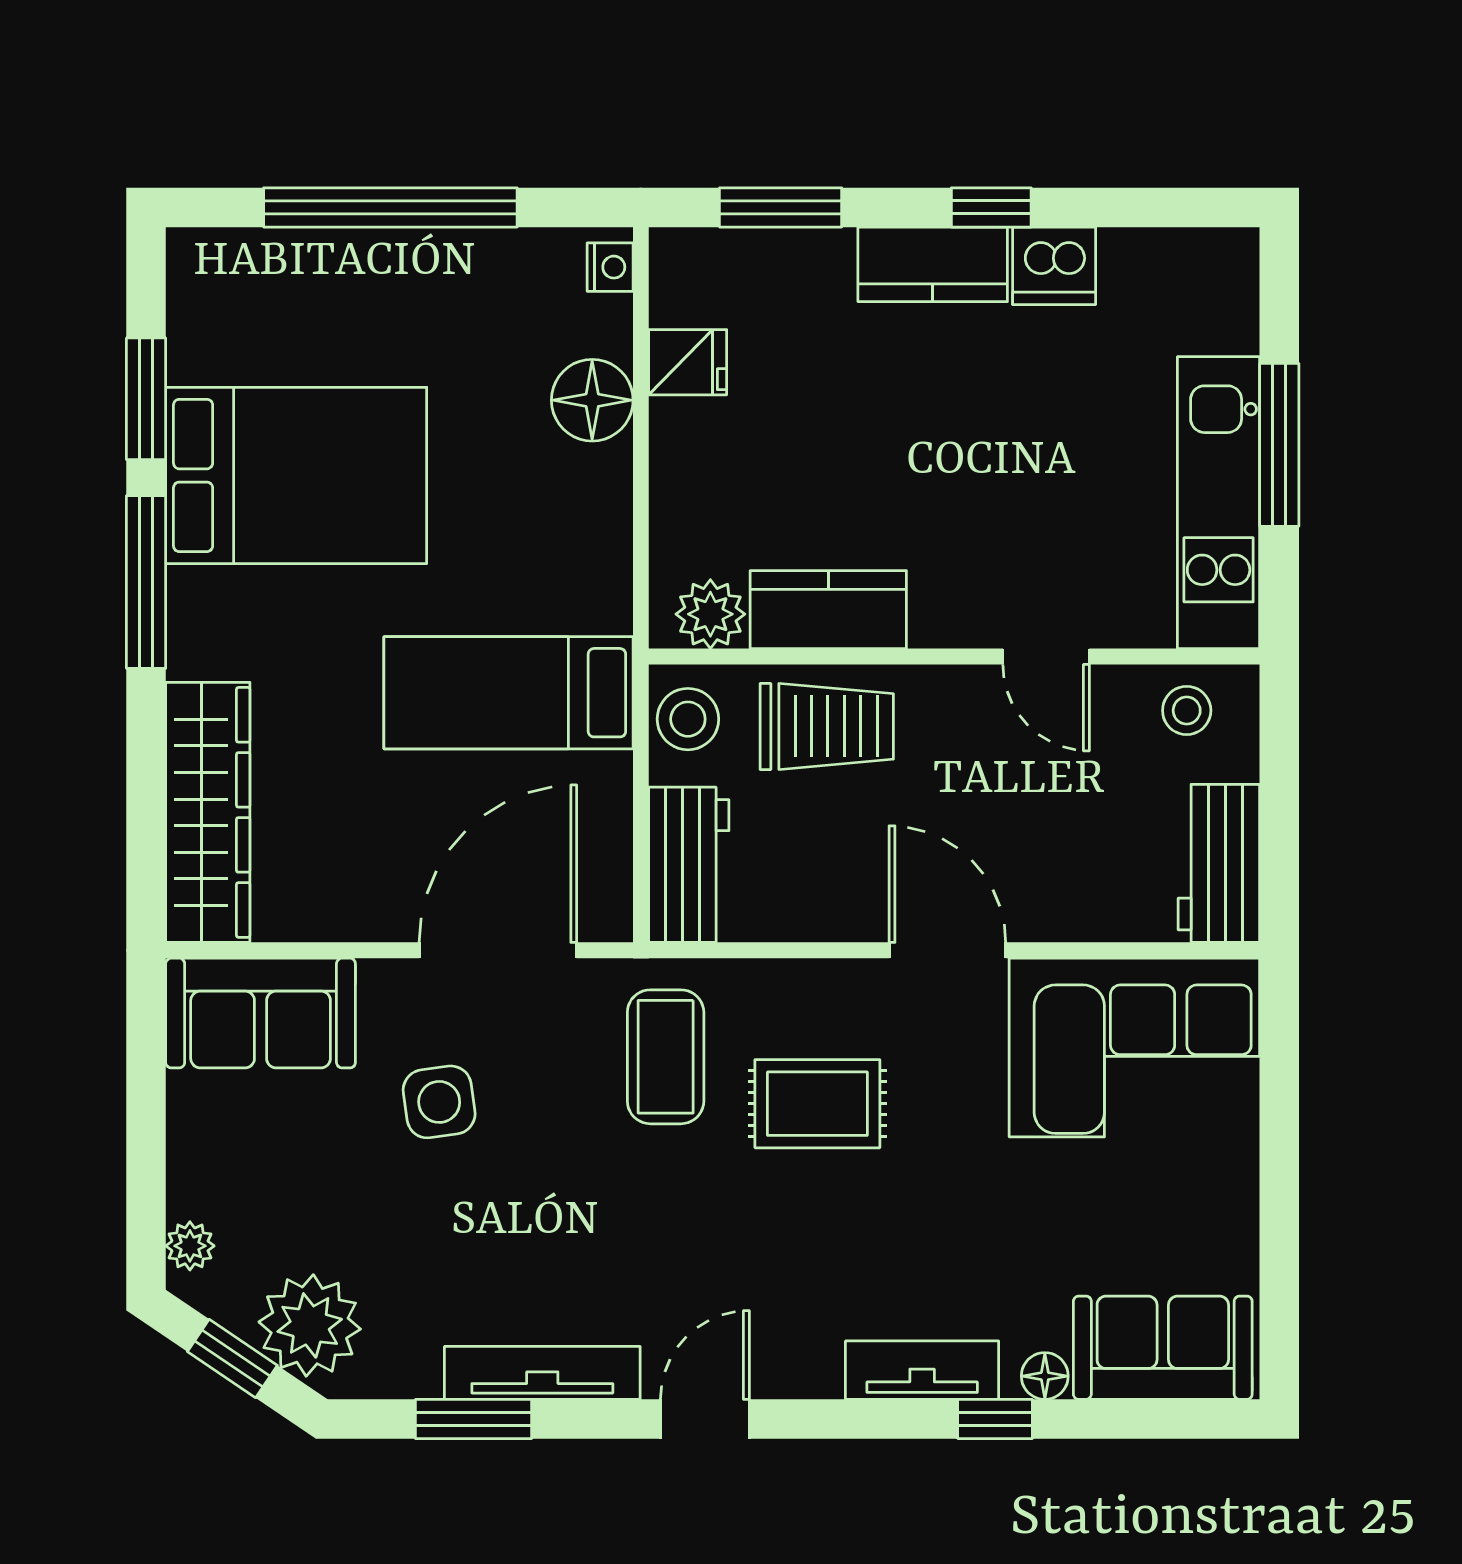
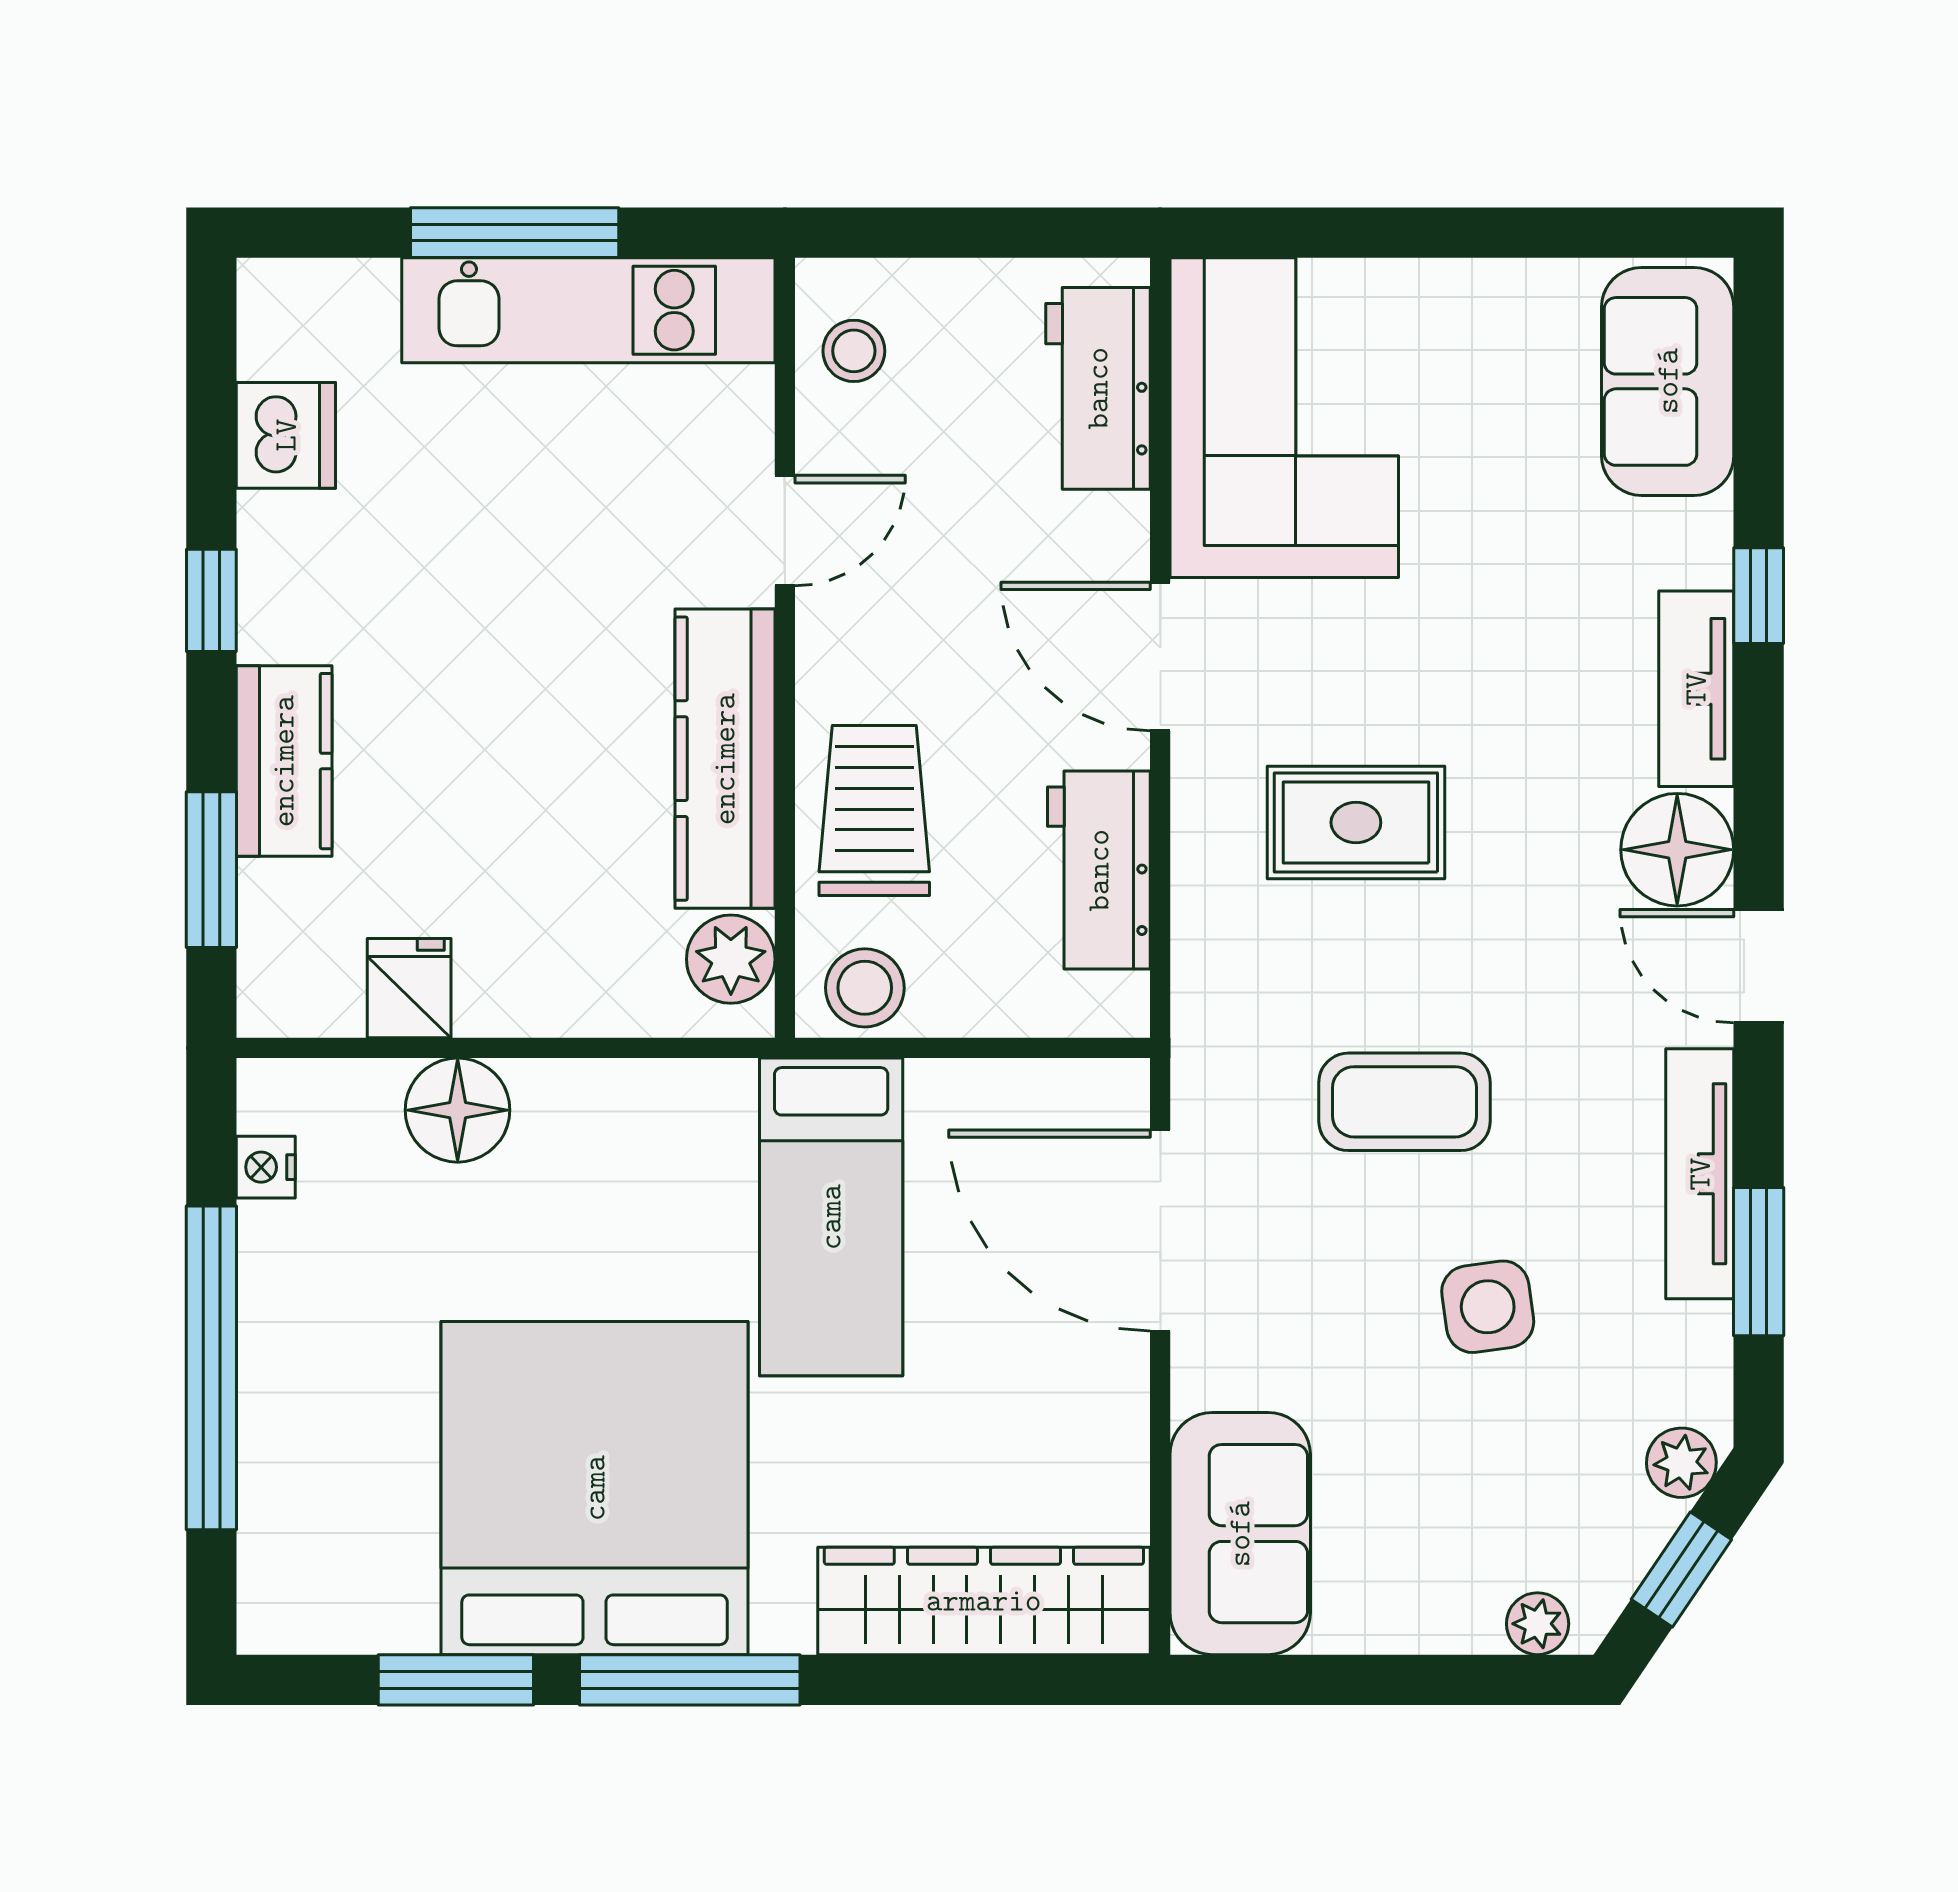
kitchen counter: (933, 264) -> (284, 761), moved
dishwasher: (1054, 266) -> (286, 435), moved
nightstand: (610, 267) -> (266, 1167), moved, turned -90
bed: (296, 475) -> (595, 1488), width x1.36
kitchen counter: (828, 610) -> (725, 759), width x1.50
workbench: (1219, 863) -> (1098, 388), moved, turned 90
workbench: (689, 865) -> (1099, 870), moved, turned -90
door: (947, 950) -> (1160, 656), hinge flipped
coffee table: (666, 1057) -> (1405, 1102), moved
side table: (439, 1102) -> (1488, 1307), moved
rug: (817, 1104) -> (1356, 823), turned 90
plant: (310, 1325) -> (1681, 1463), width x0.53, depth x0.53
floor lamp: (1045, 1376) -> (1677, 850), moved, width x1.89, depth x1.89

